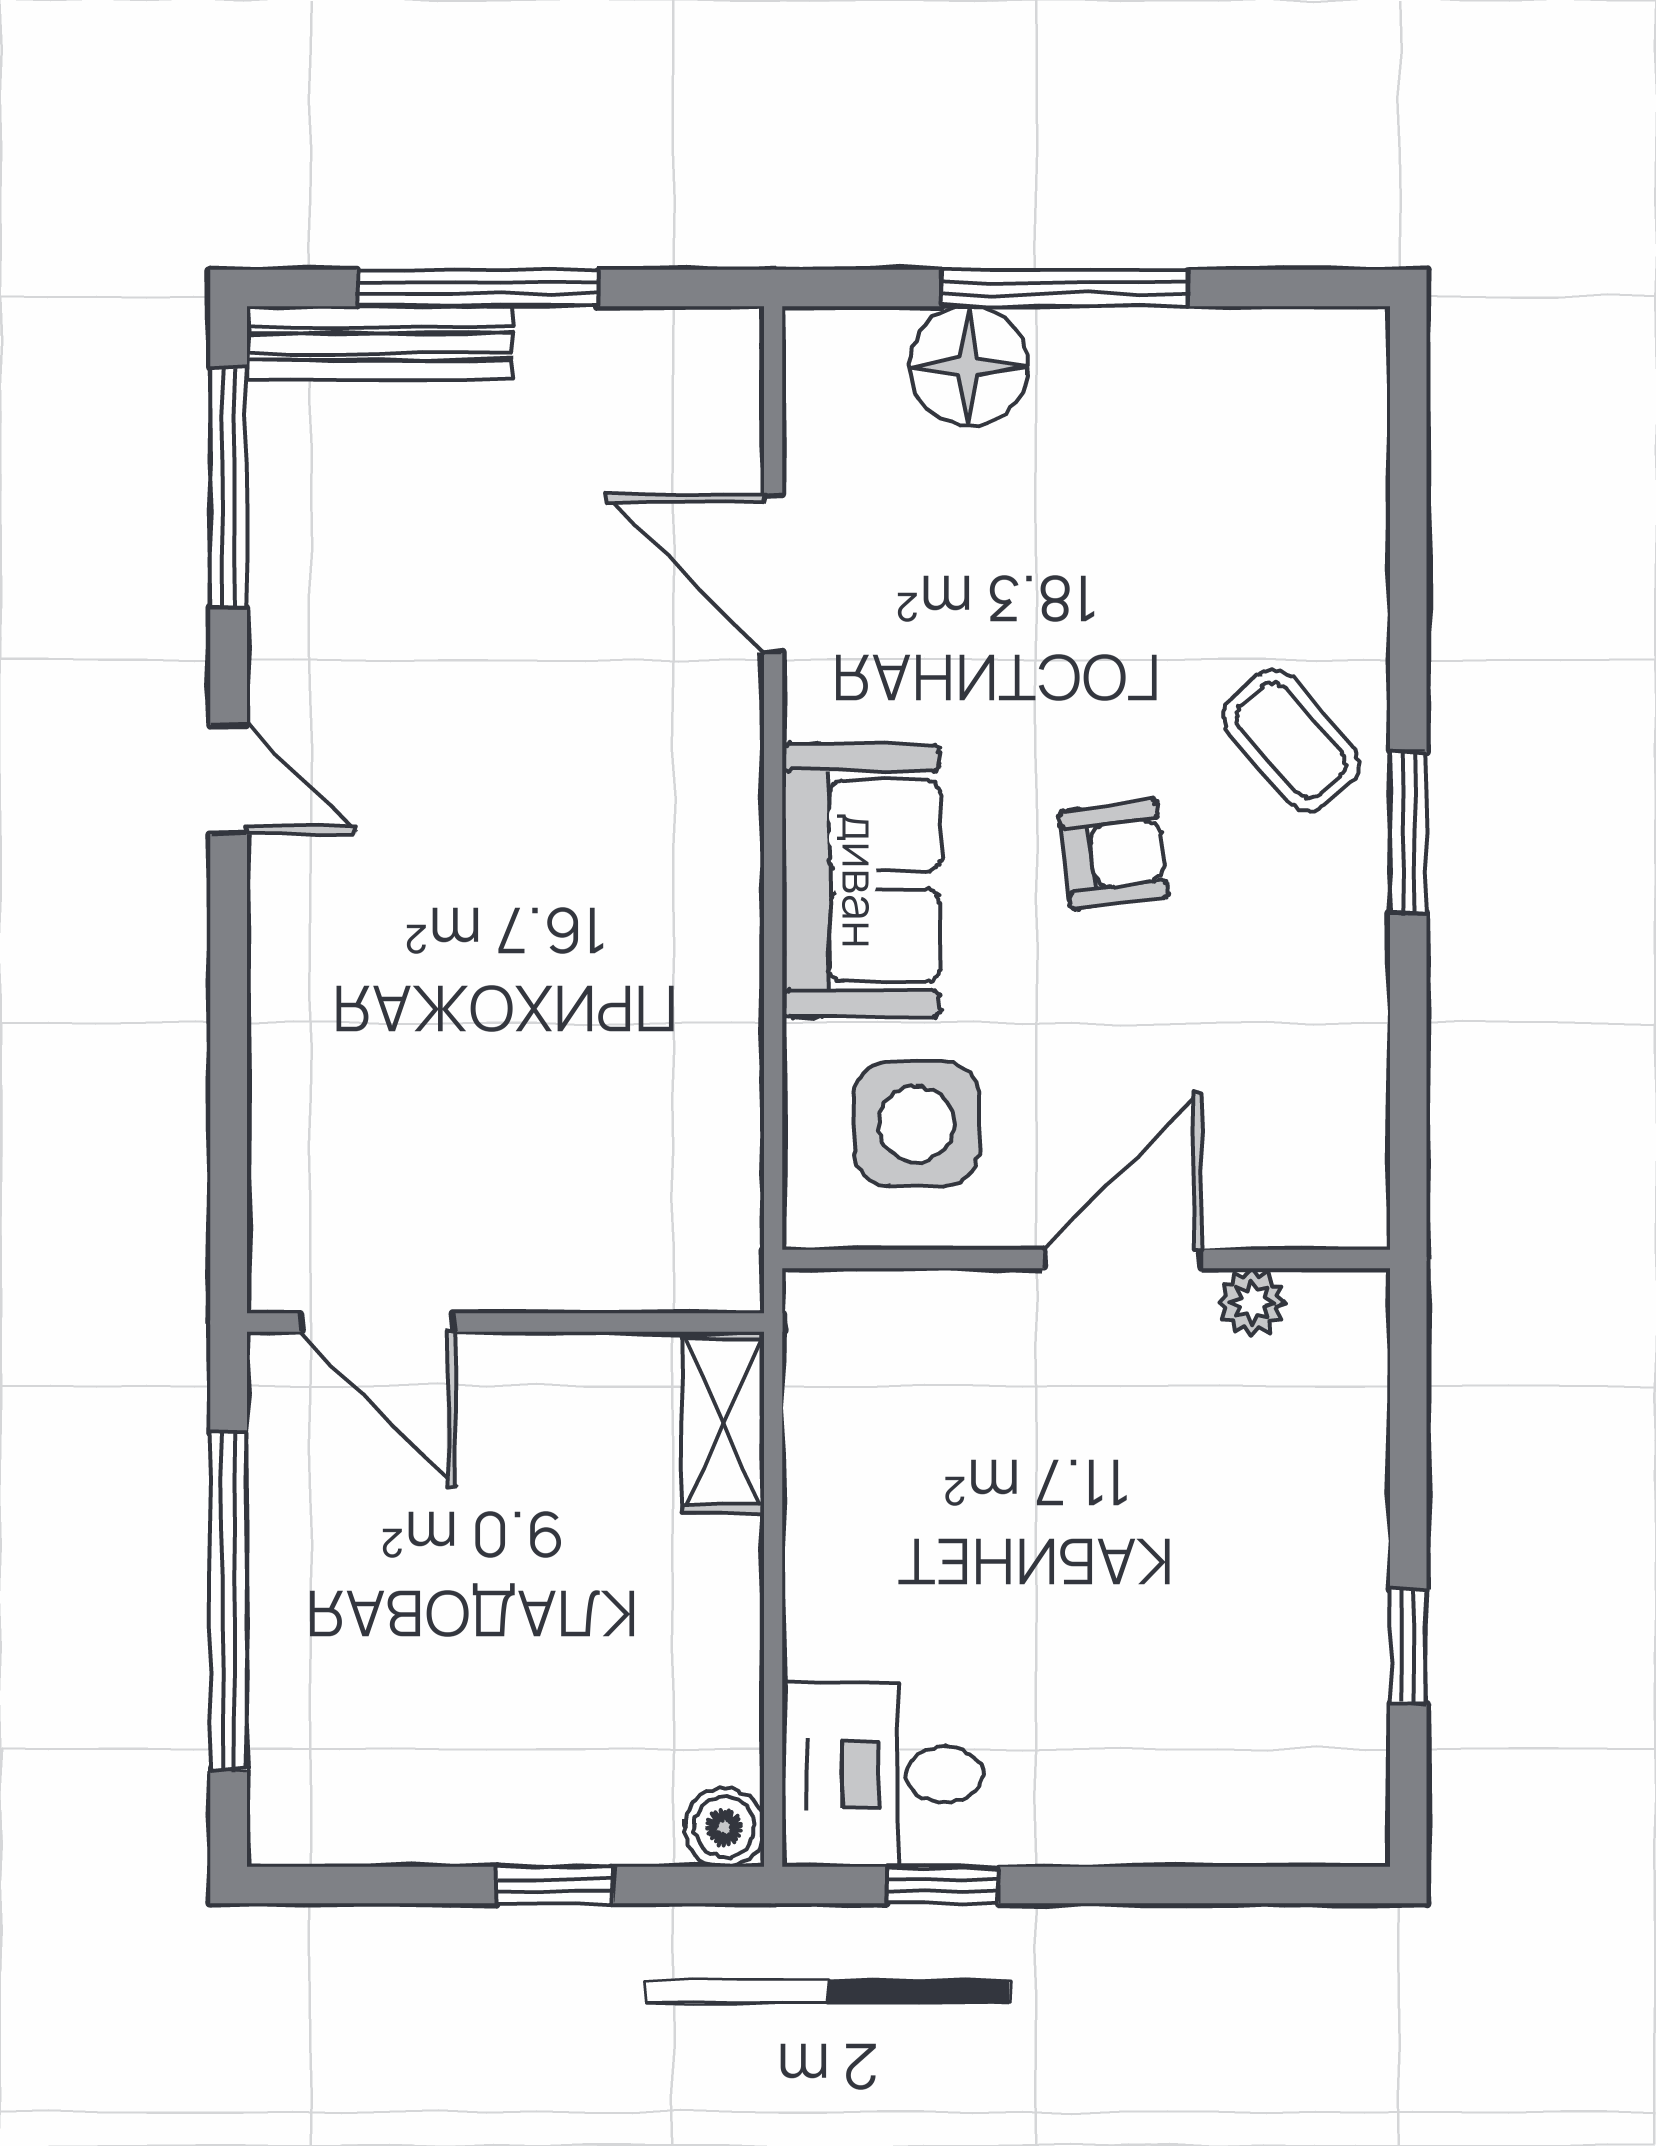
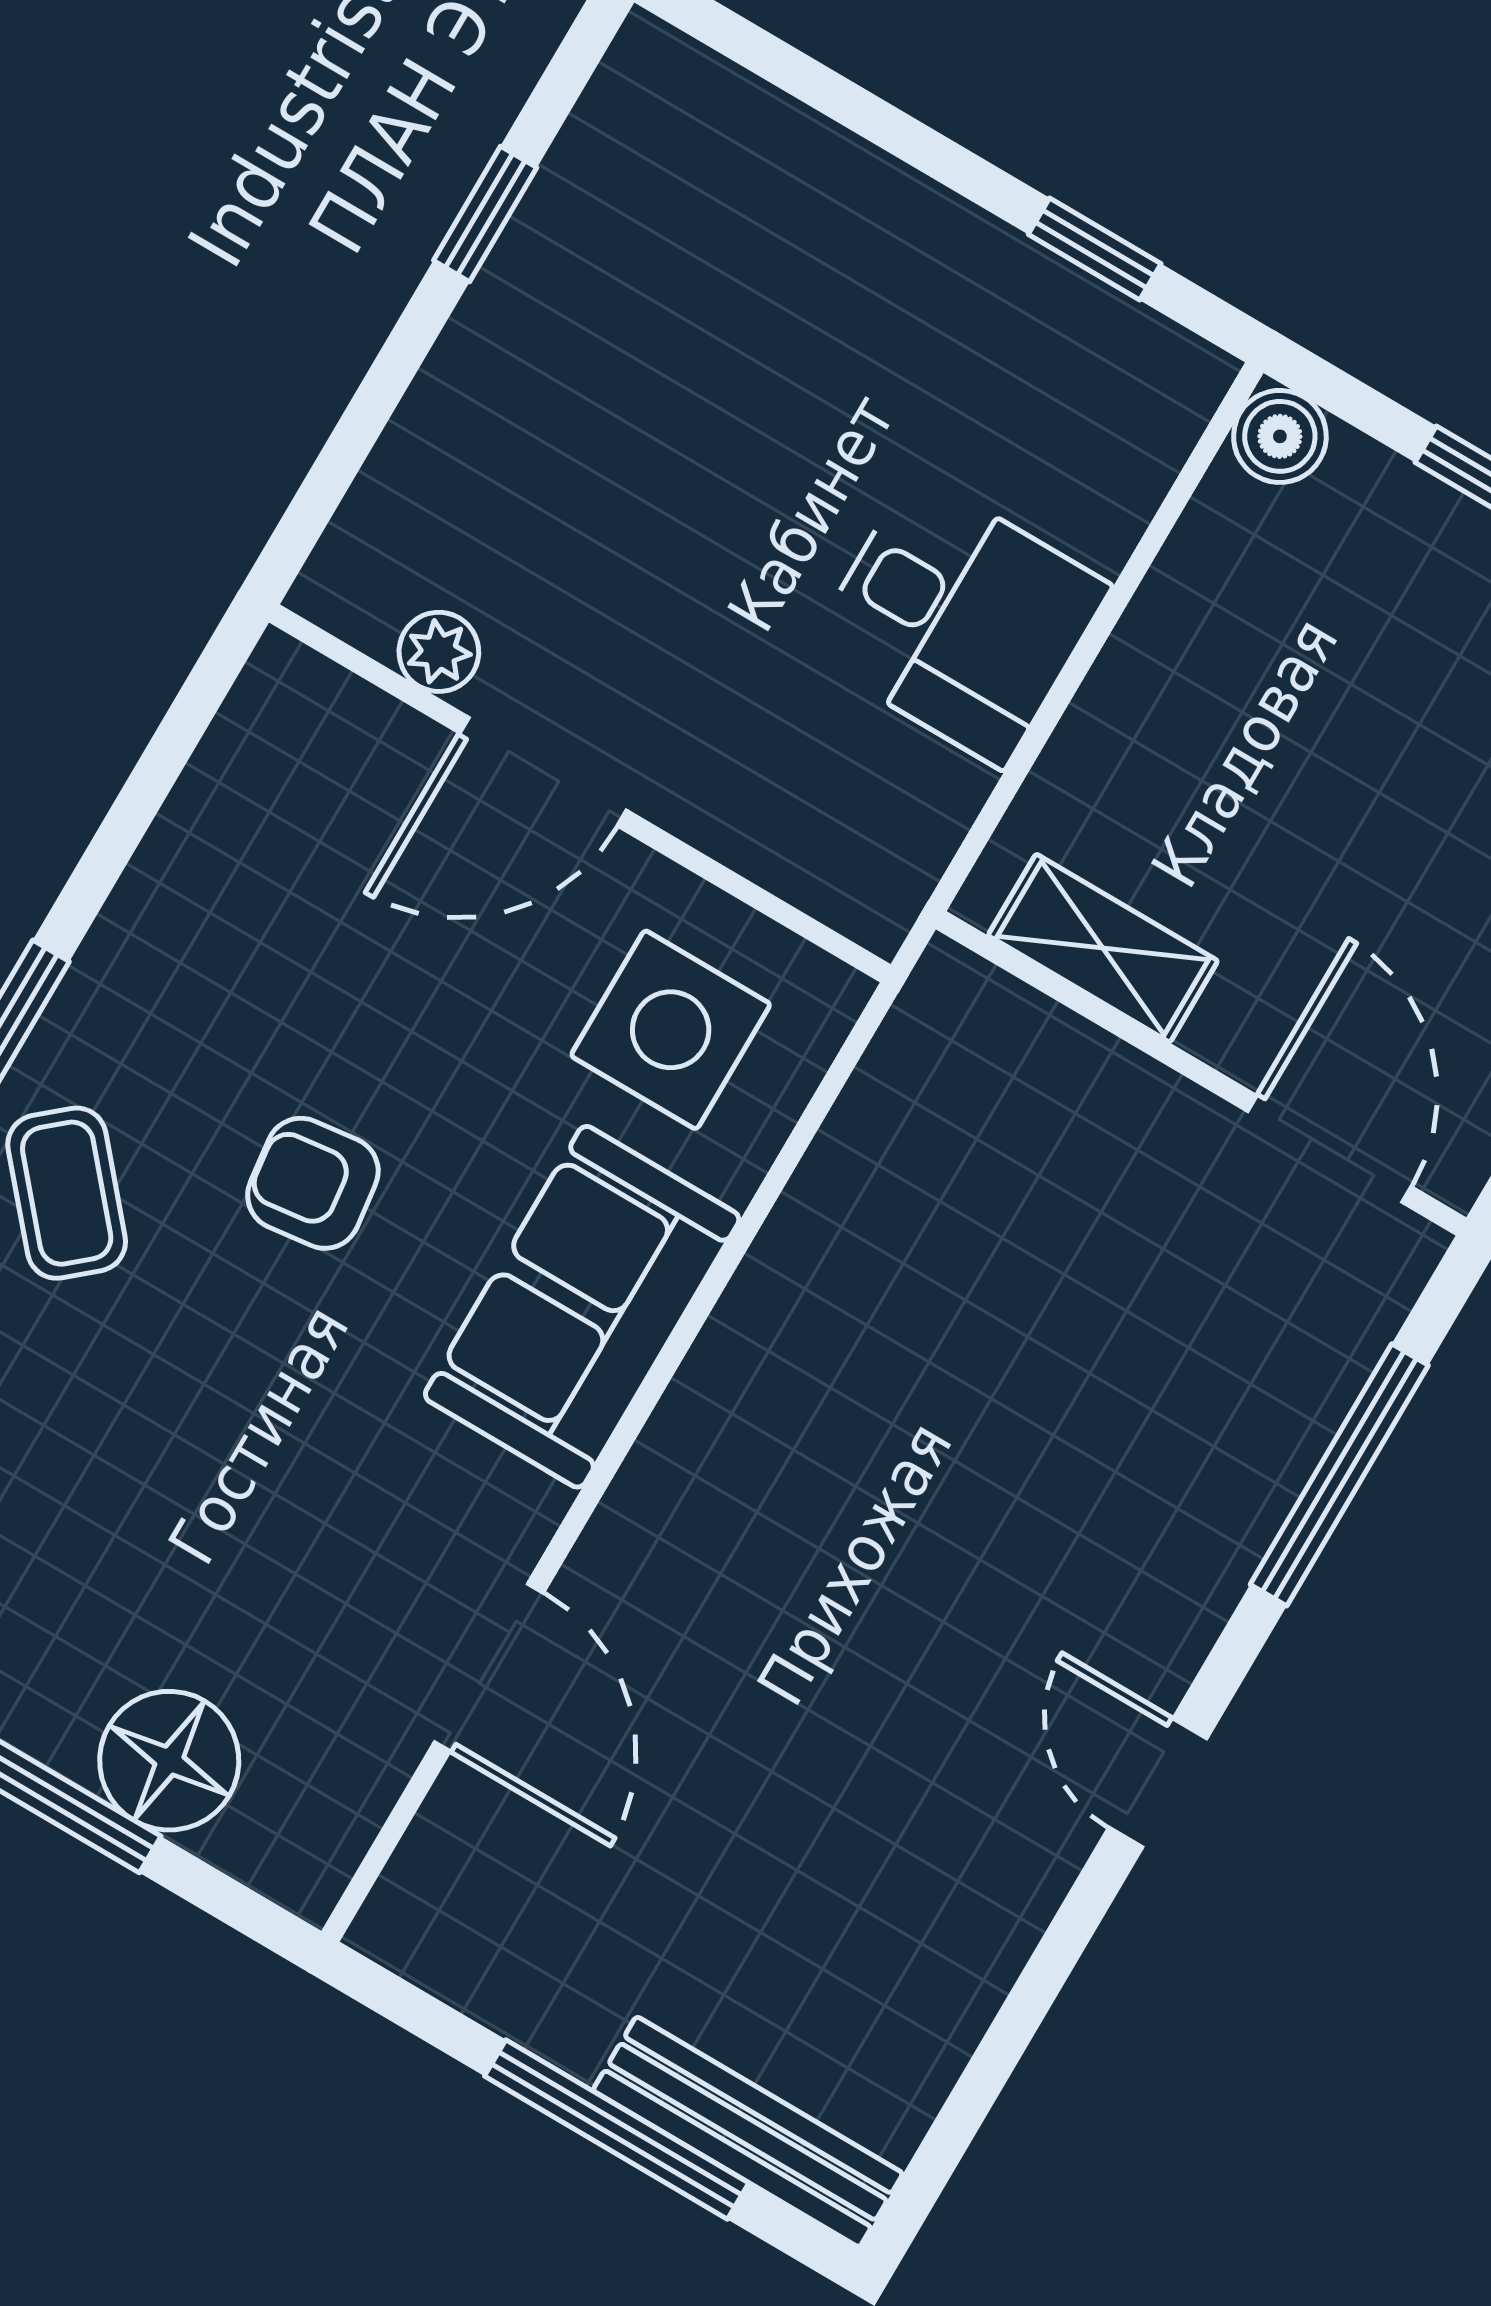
window: (229, 487) -> (1339, 1475), moved
shelving: (723, 1422) -> (1103, 948), moved, turned 90
desk: (882, 1774) -> (958, 620), moved

